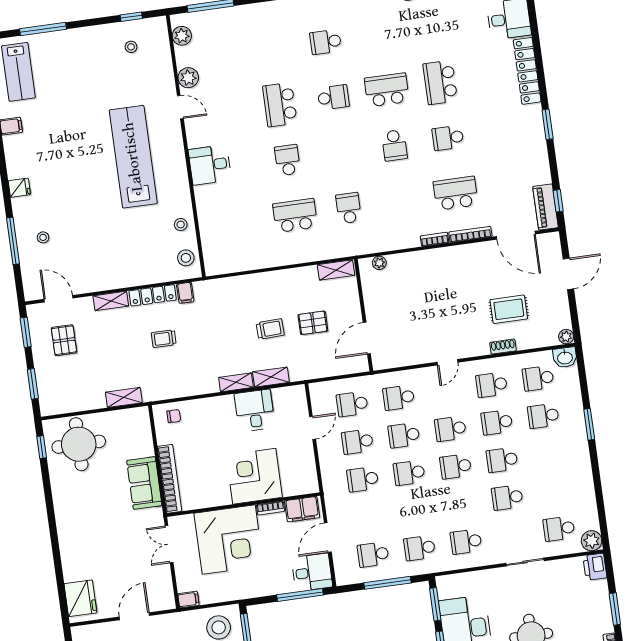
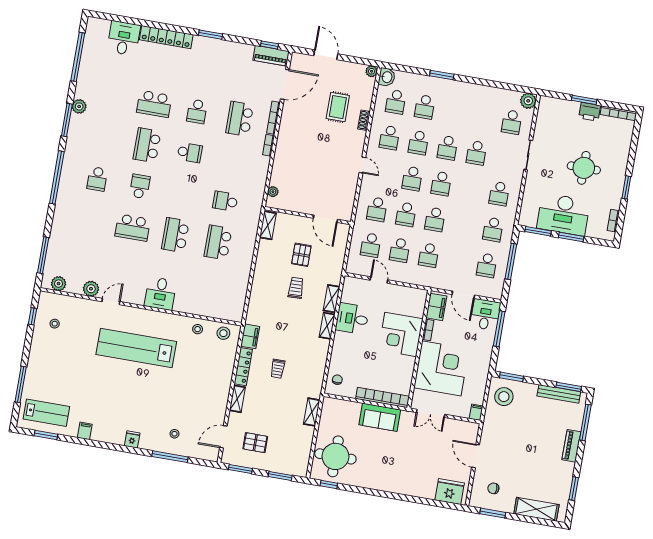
school desk: (288, 160) -> (175, 235), width x1.85
filing cabinet: (185, 293) -> (250, 336), width x2.00
printer: (595, 567) -> (590, 112), moved

